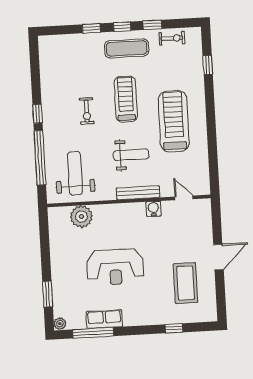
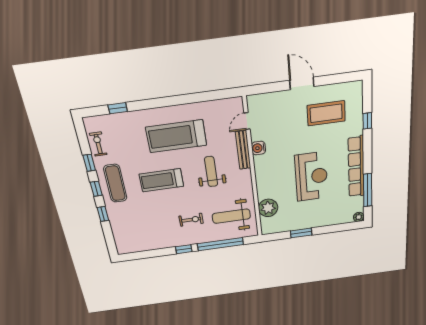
exercise bike: (87, 111) -> (191, 220), moved
bench: (138, 193) -> (243, 150), moved
window: (48, 294) -> (301, 233), moved
row of seats: (104, 319) -> (356, 167), width x2.02

